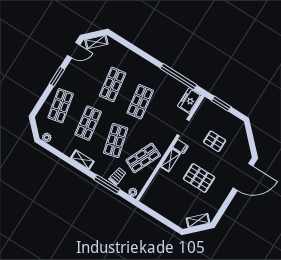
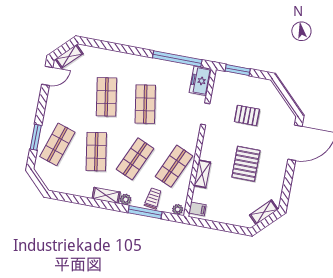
window: (57, 77) -> (36, 137), moved
shop shelf: (61, 106) -> (57, 144), turned 30
plant: (47, 137) -> (126, 199), moved
shop shelf: (116, 141) -> (135, 159), turned 39
filing cabinet: (181, 147) -> (197, 209), moved
shelving: (170, 160) -> (202, 174), moved
pallet: (199, 178) -> (246, 164), turned 90

